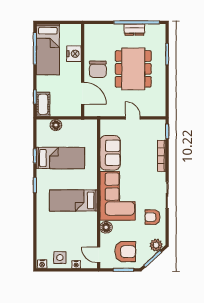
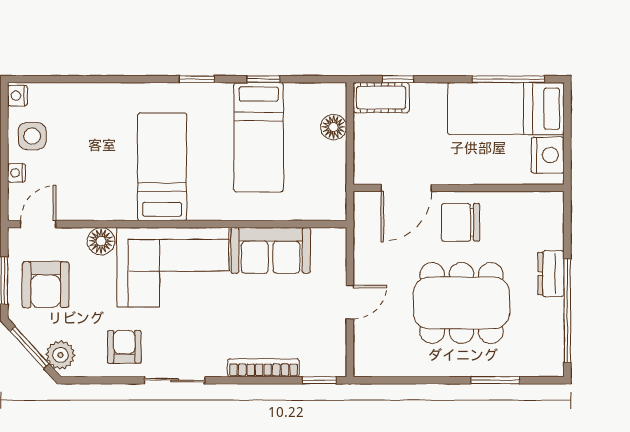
dresser: (134, 30) -> (551, 274), moved
nightstand: (74, 54) -> (548, 155), moved, turned -90

